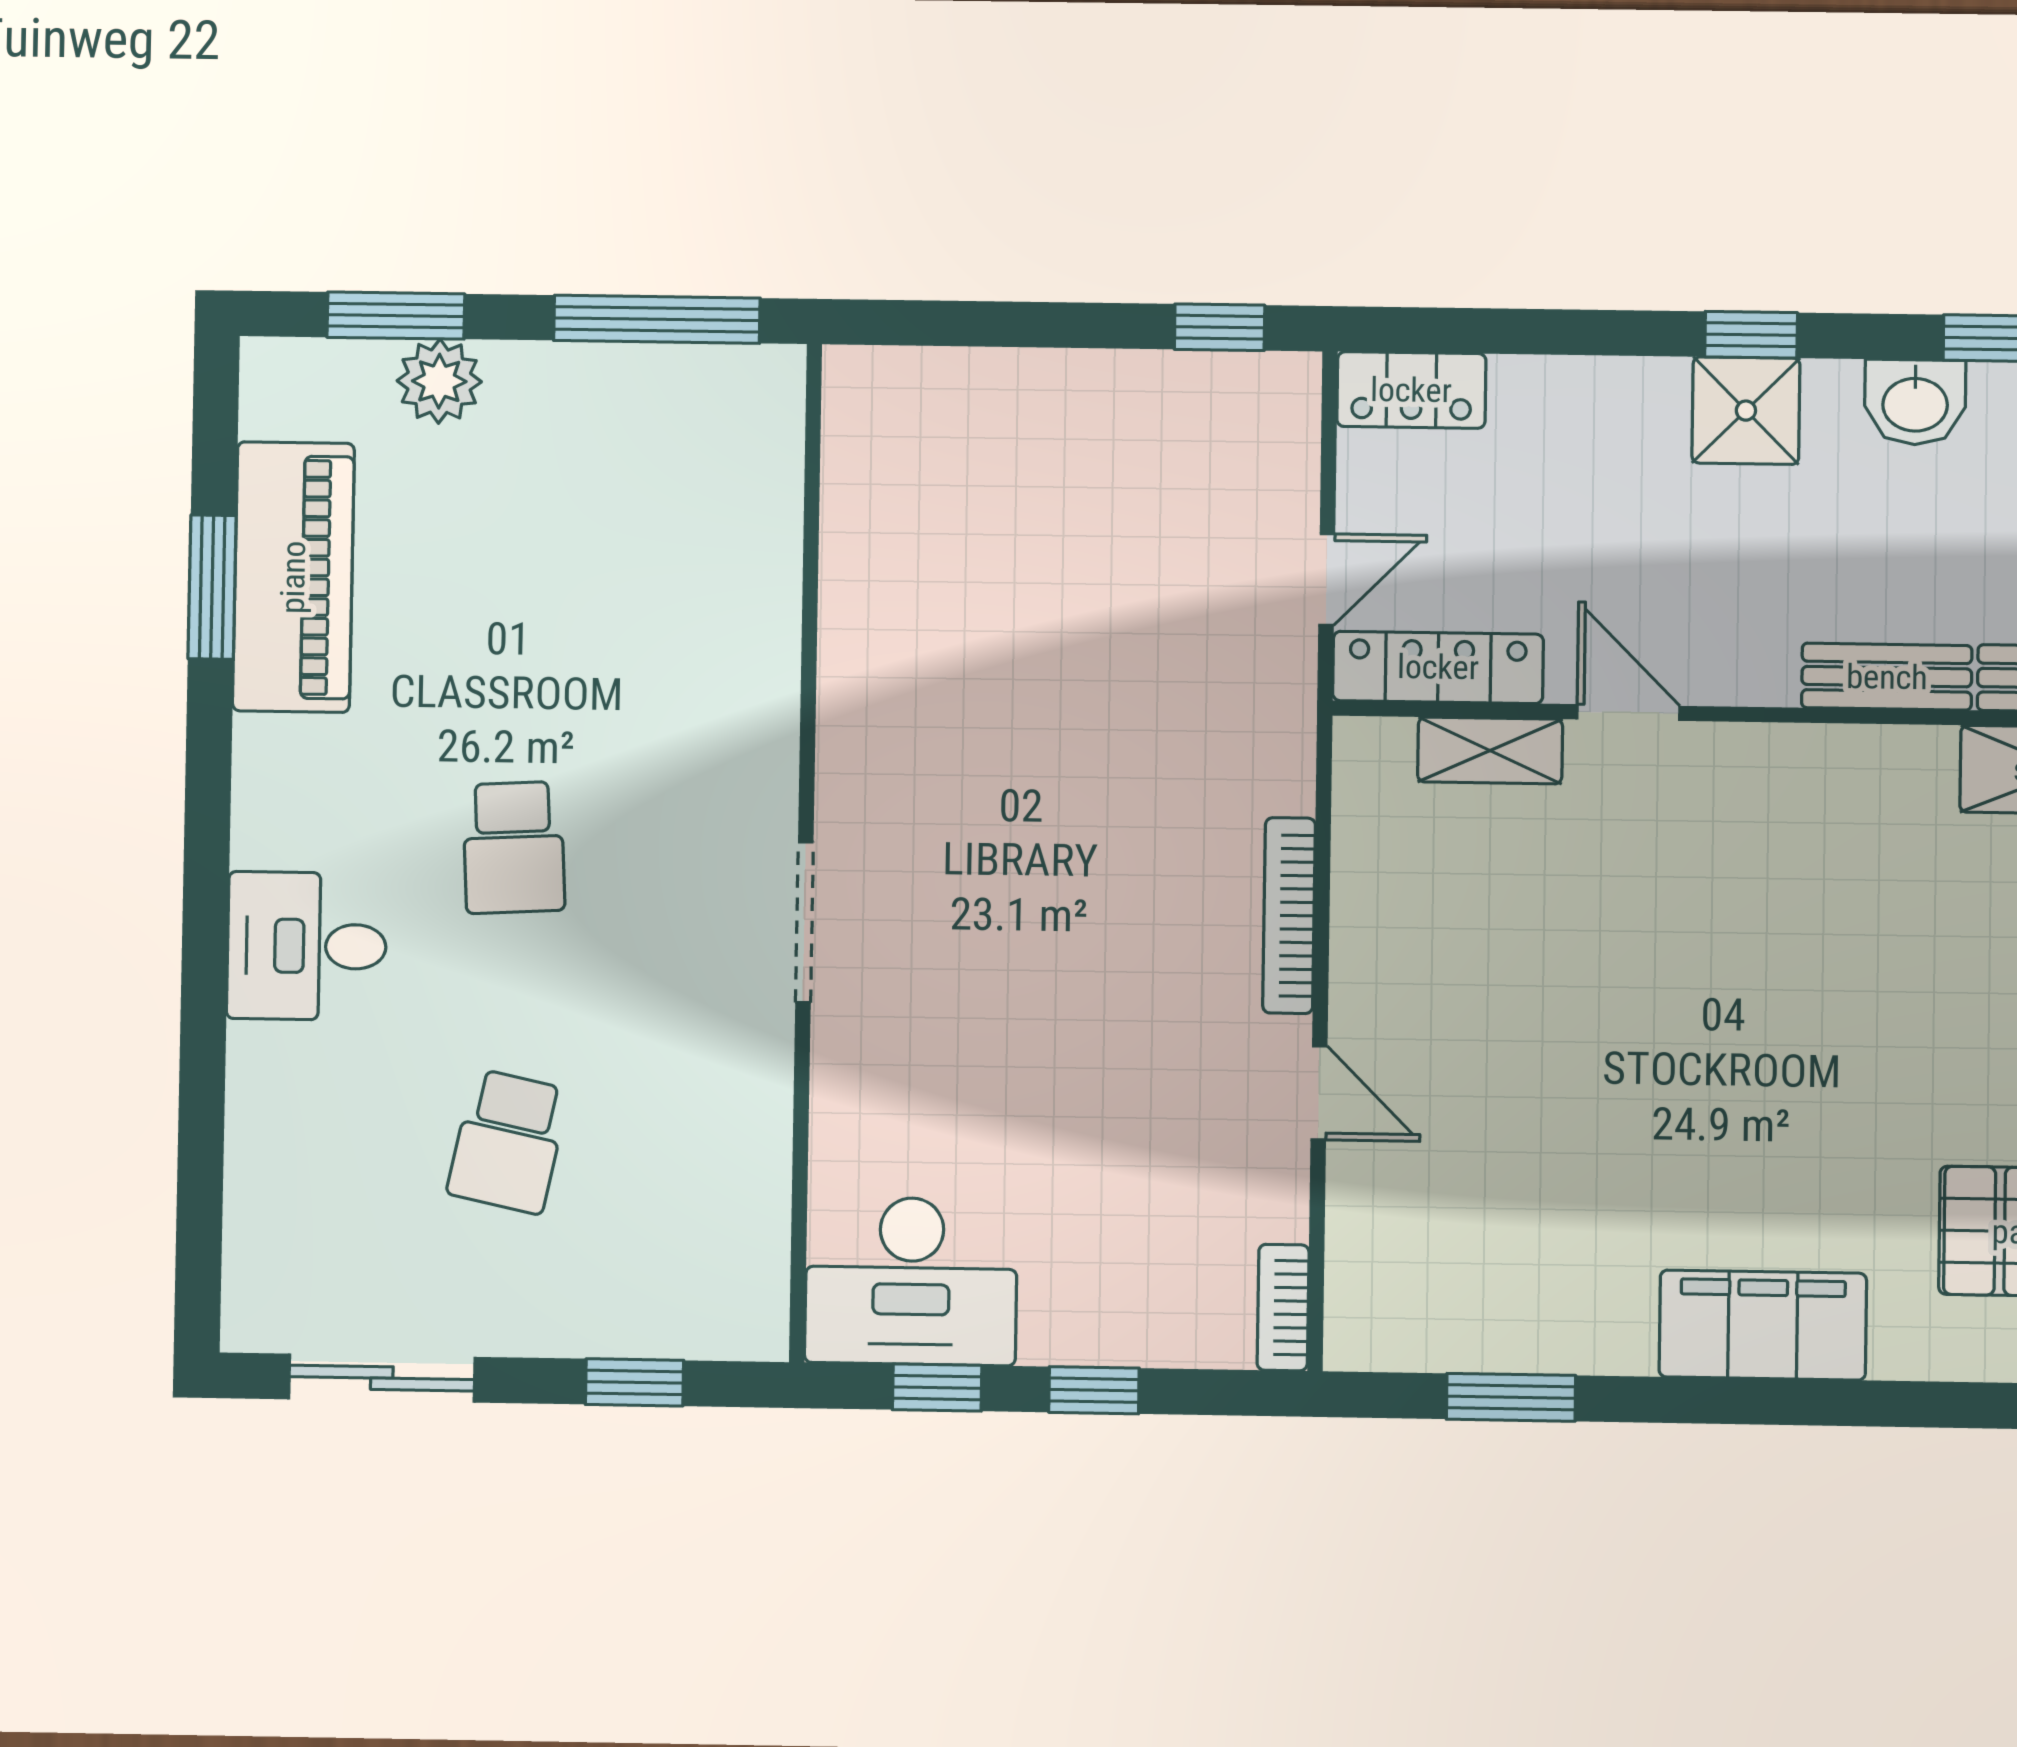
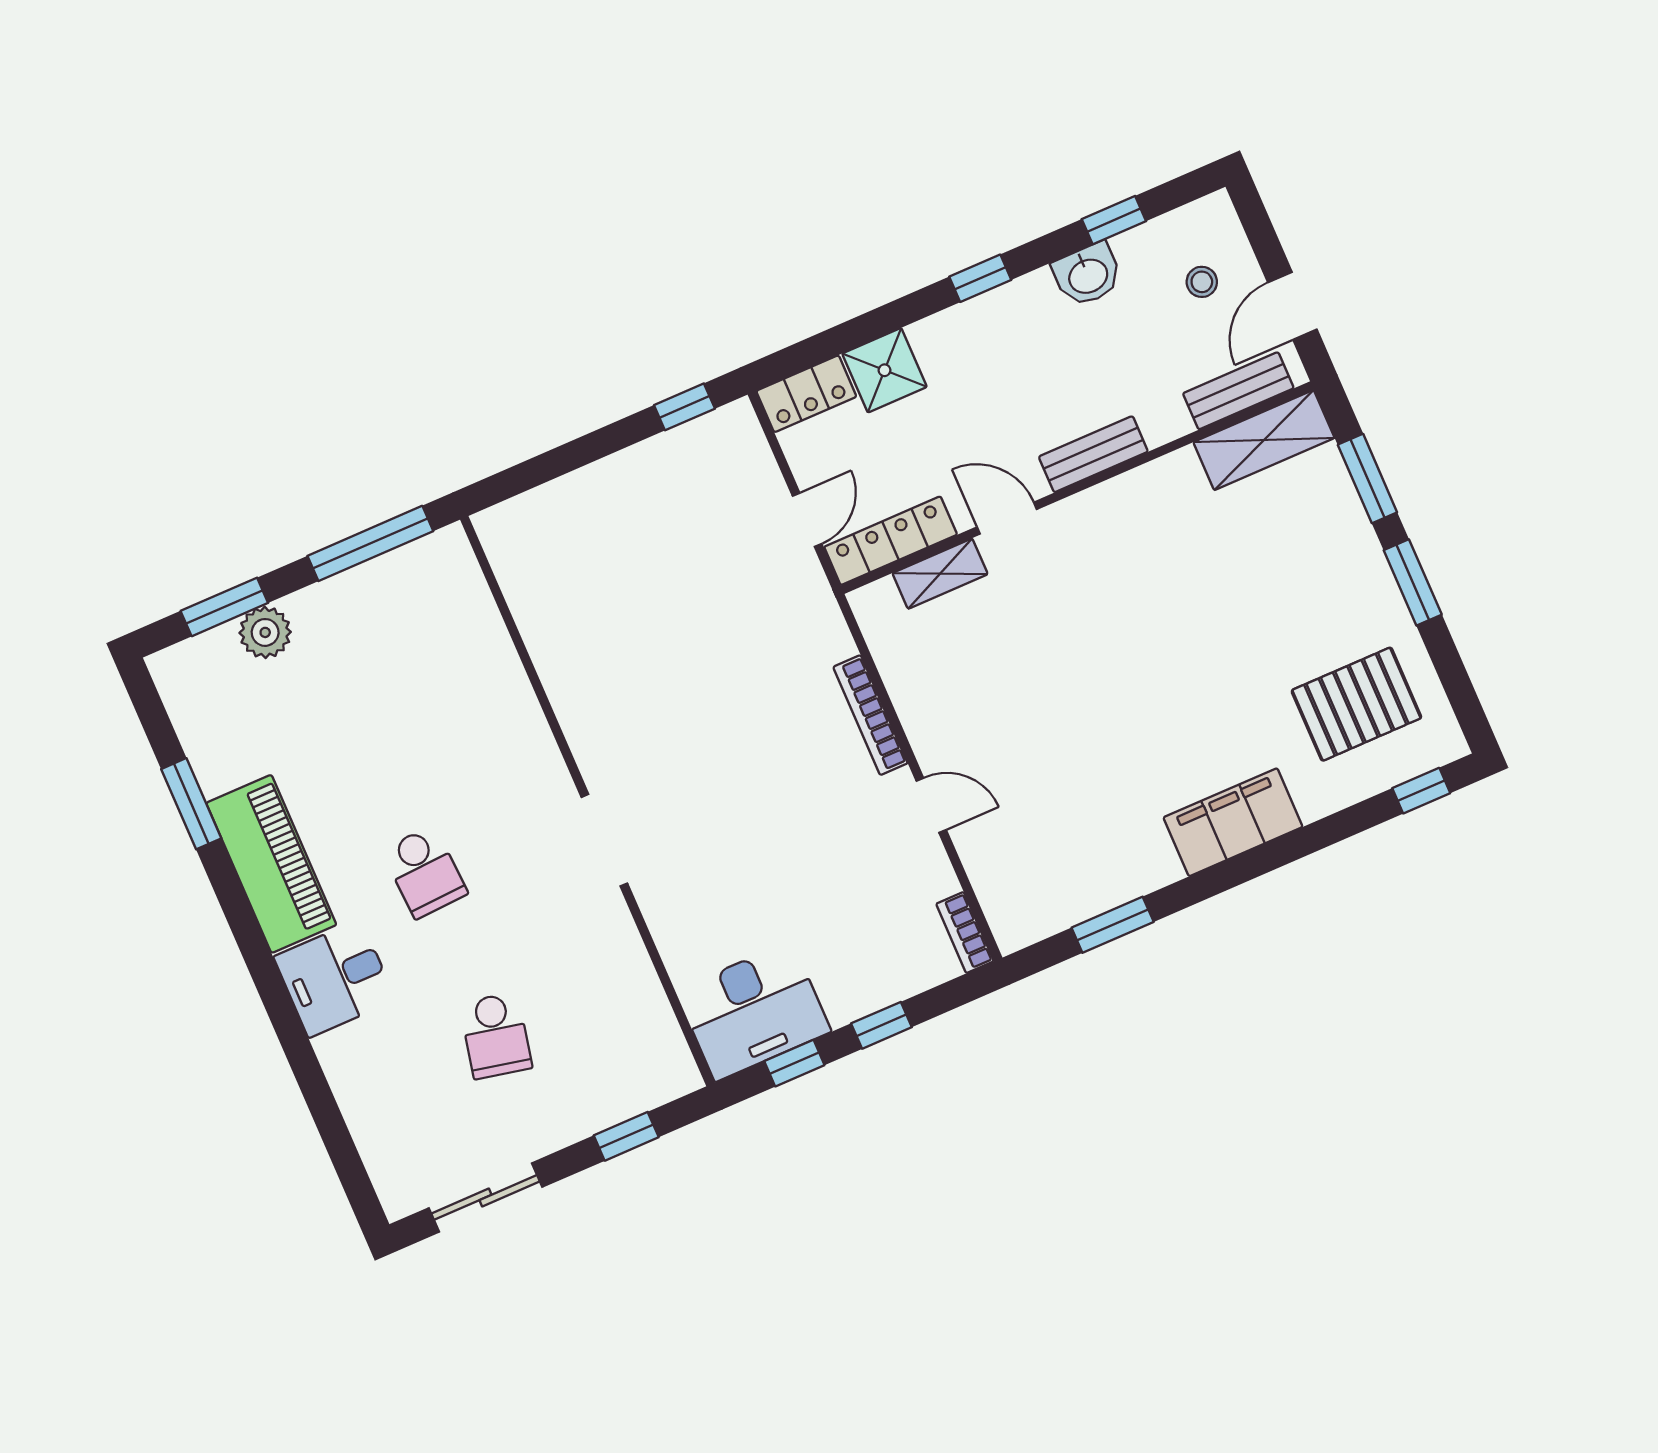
shower: (1746, 411) -> (884, 370), moved
piano: (293, 577) -> (271, 864), moved
bench: (1887, 677) -> (1093, 454), moved

